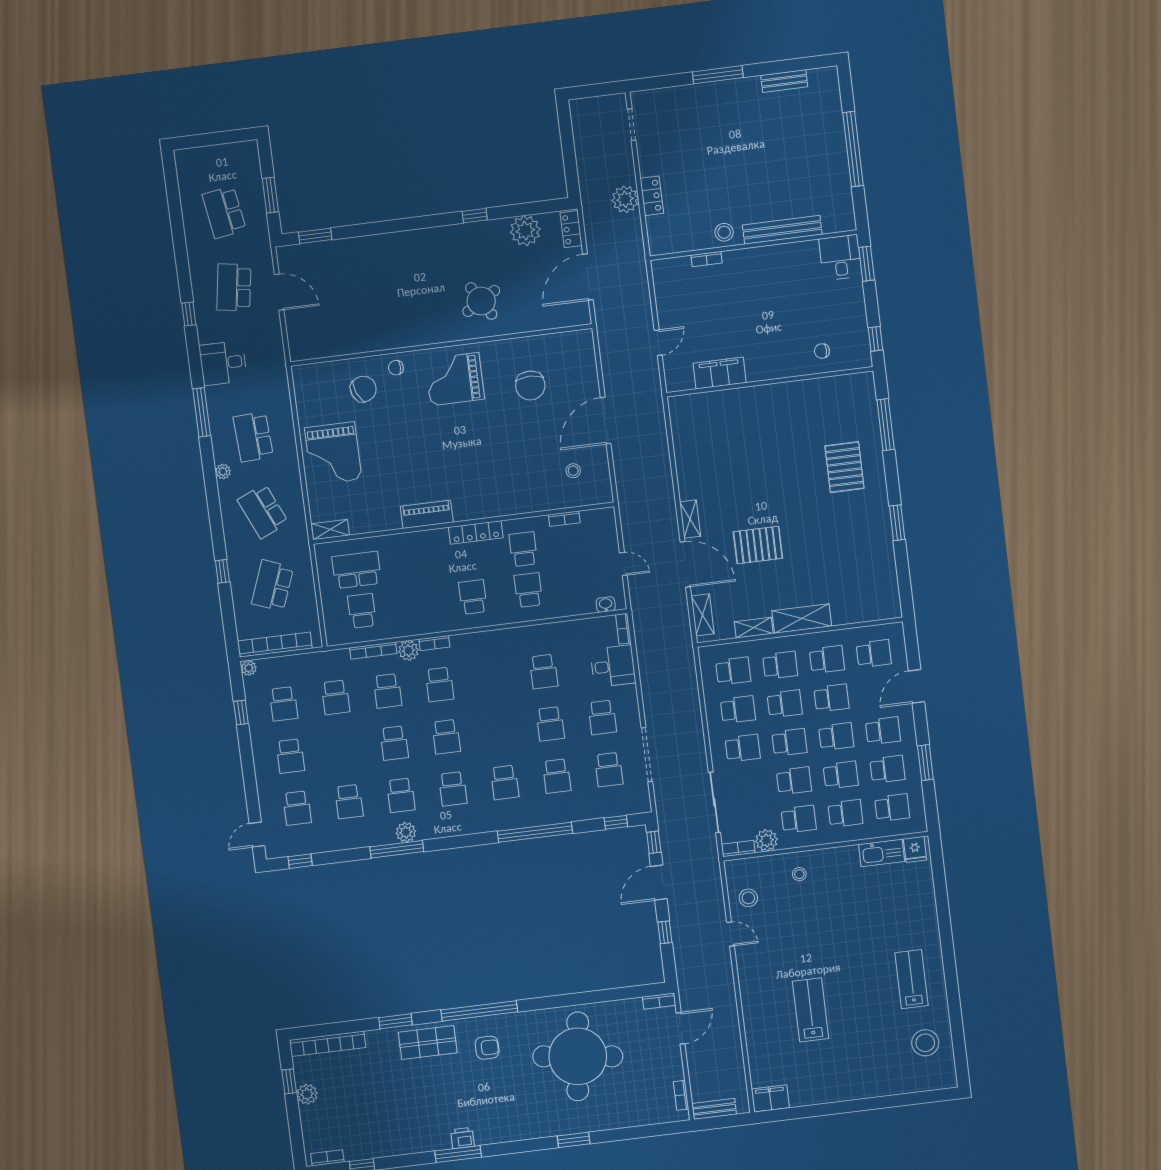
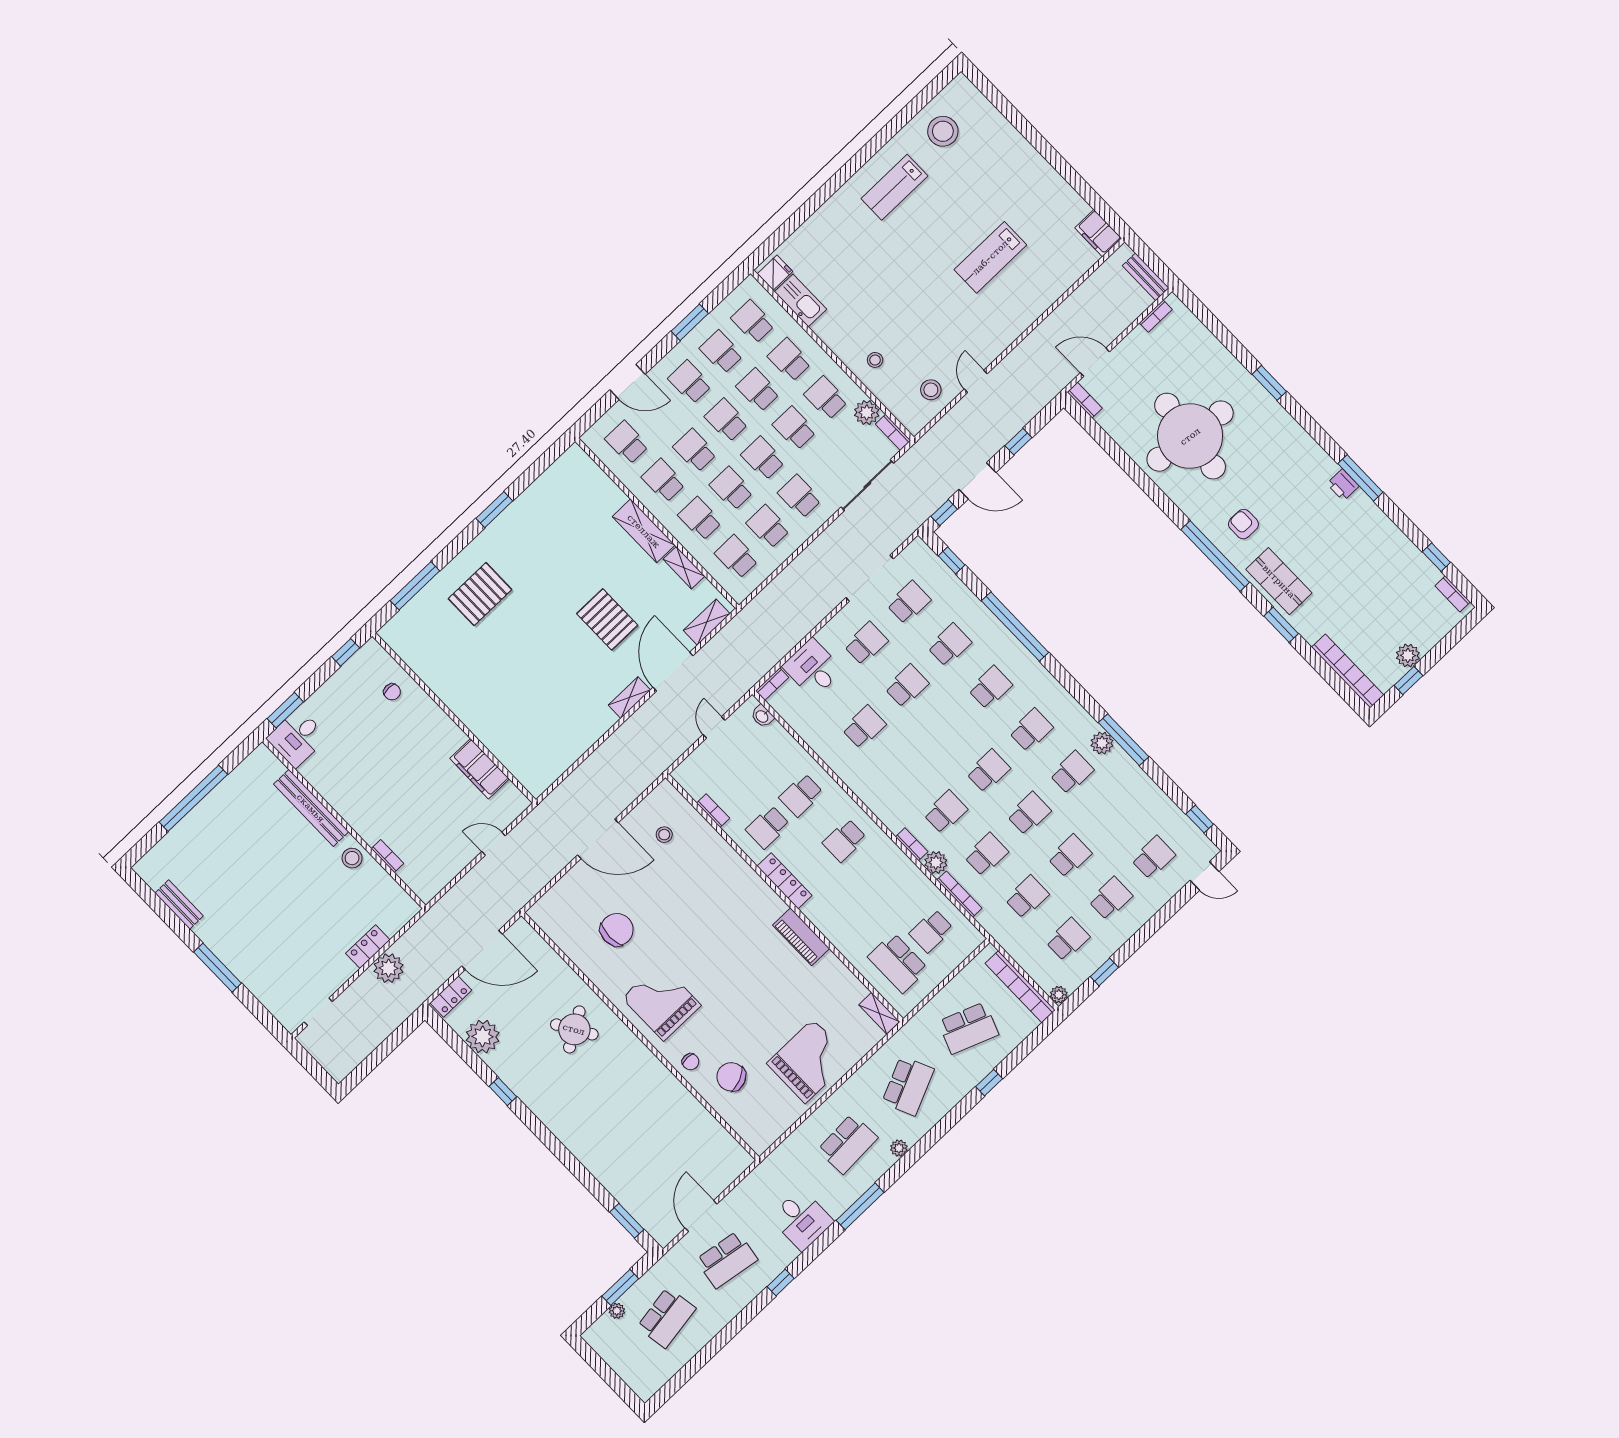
plant: (255, 180) -> (617, 1311), added
grand piano: (455, 379) -> (662, 1002), turned 180
school desk: (349, 802) -> (1070, 856), moved

